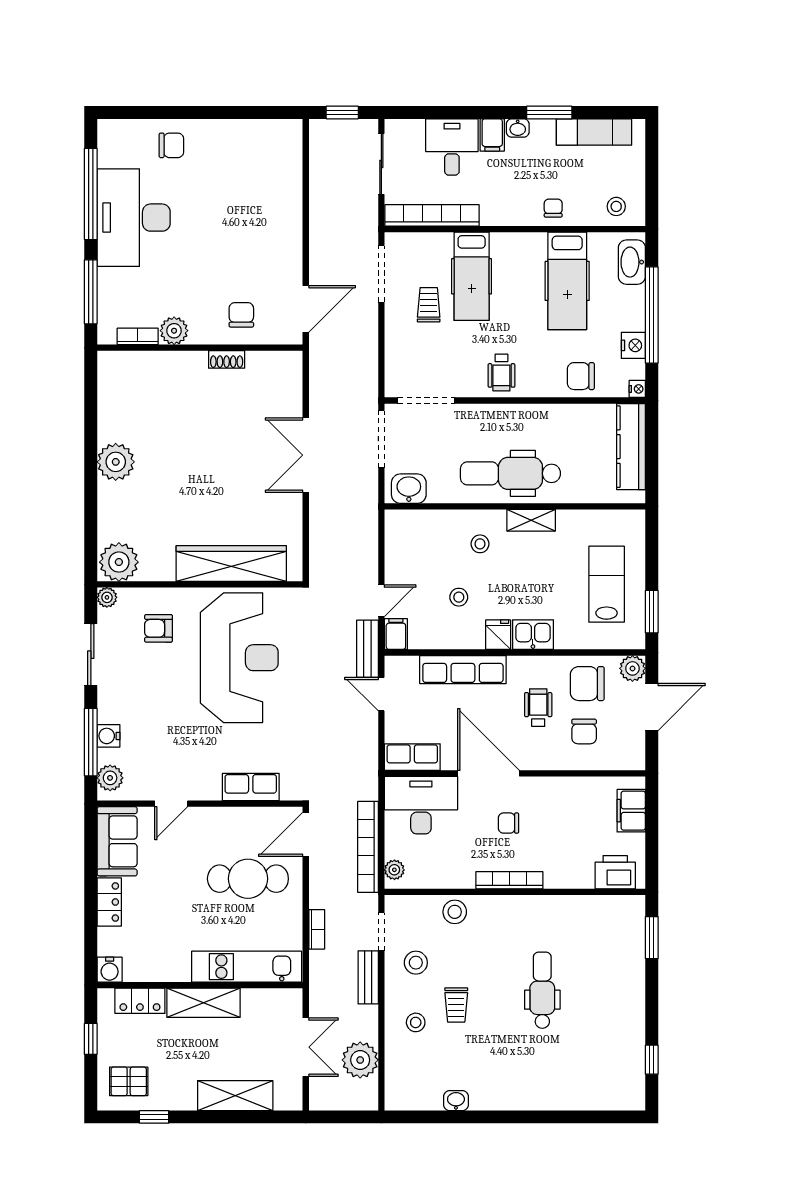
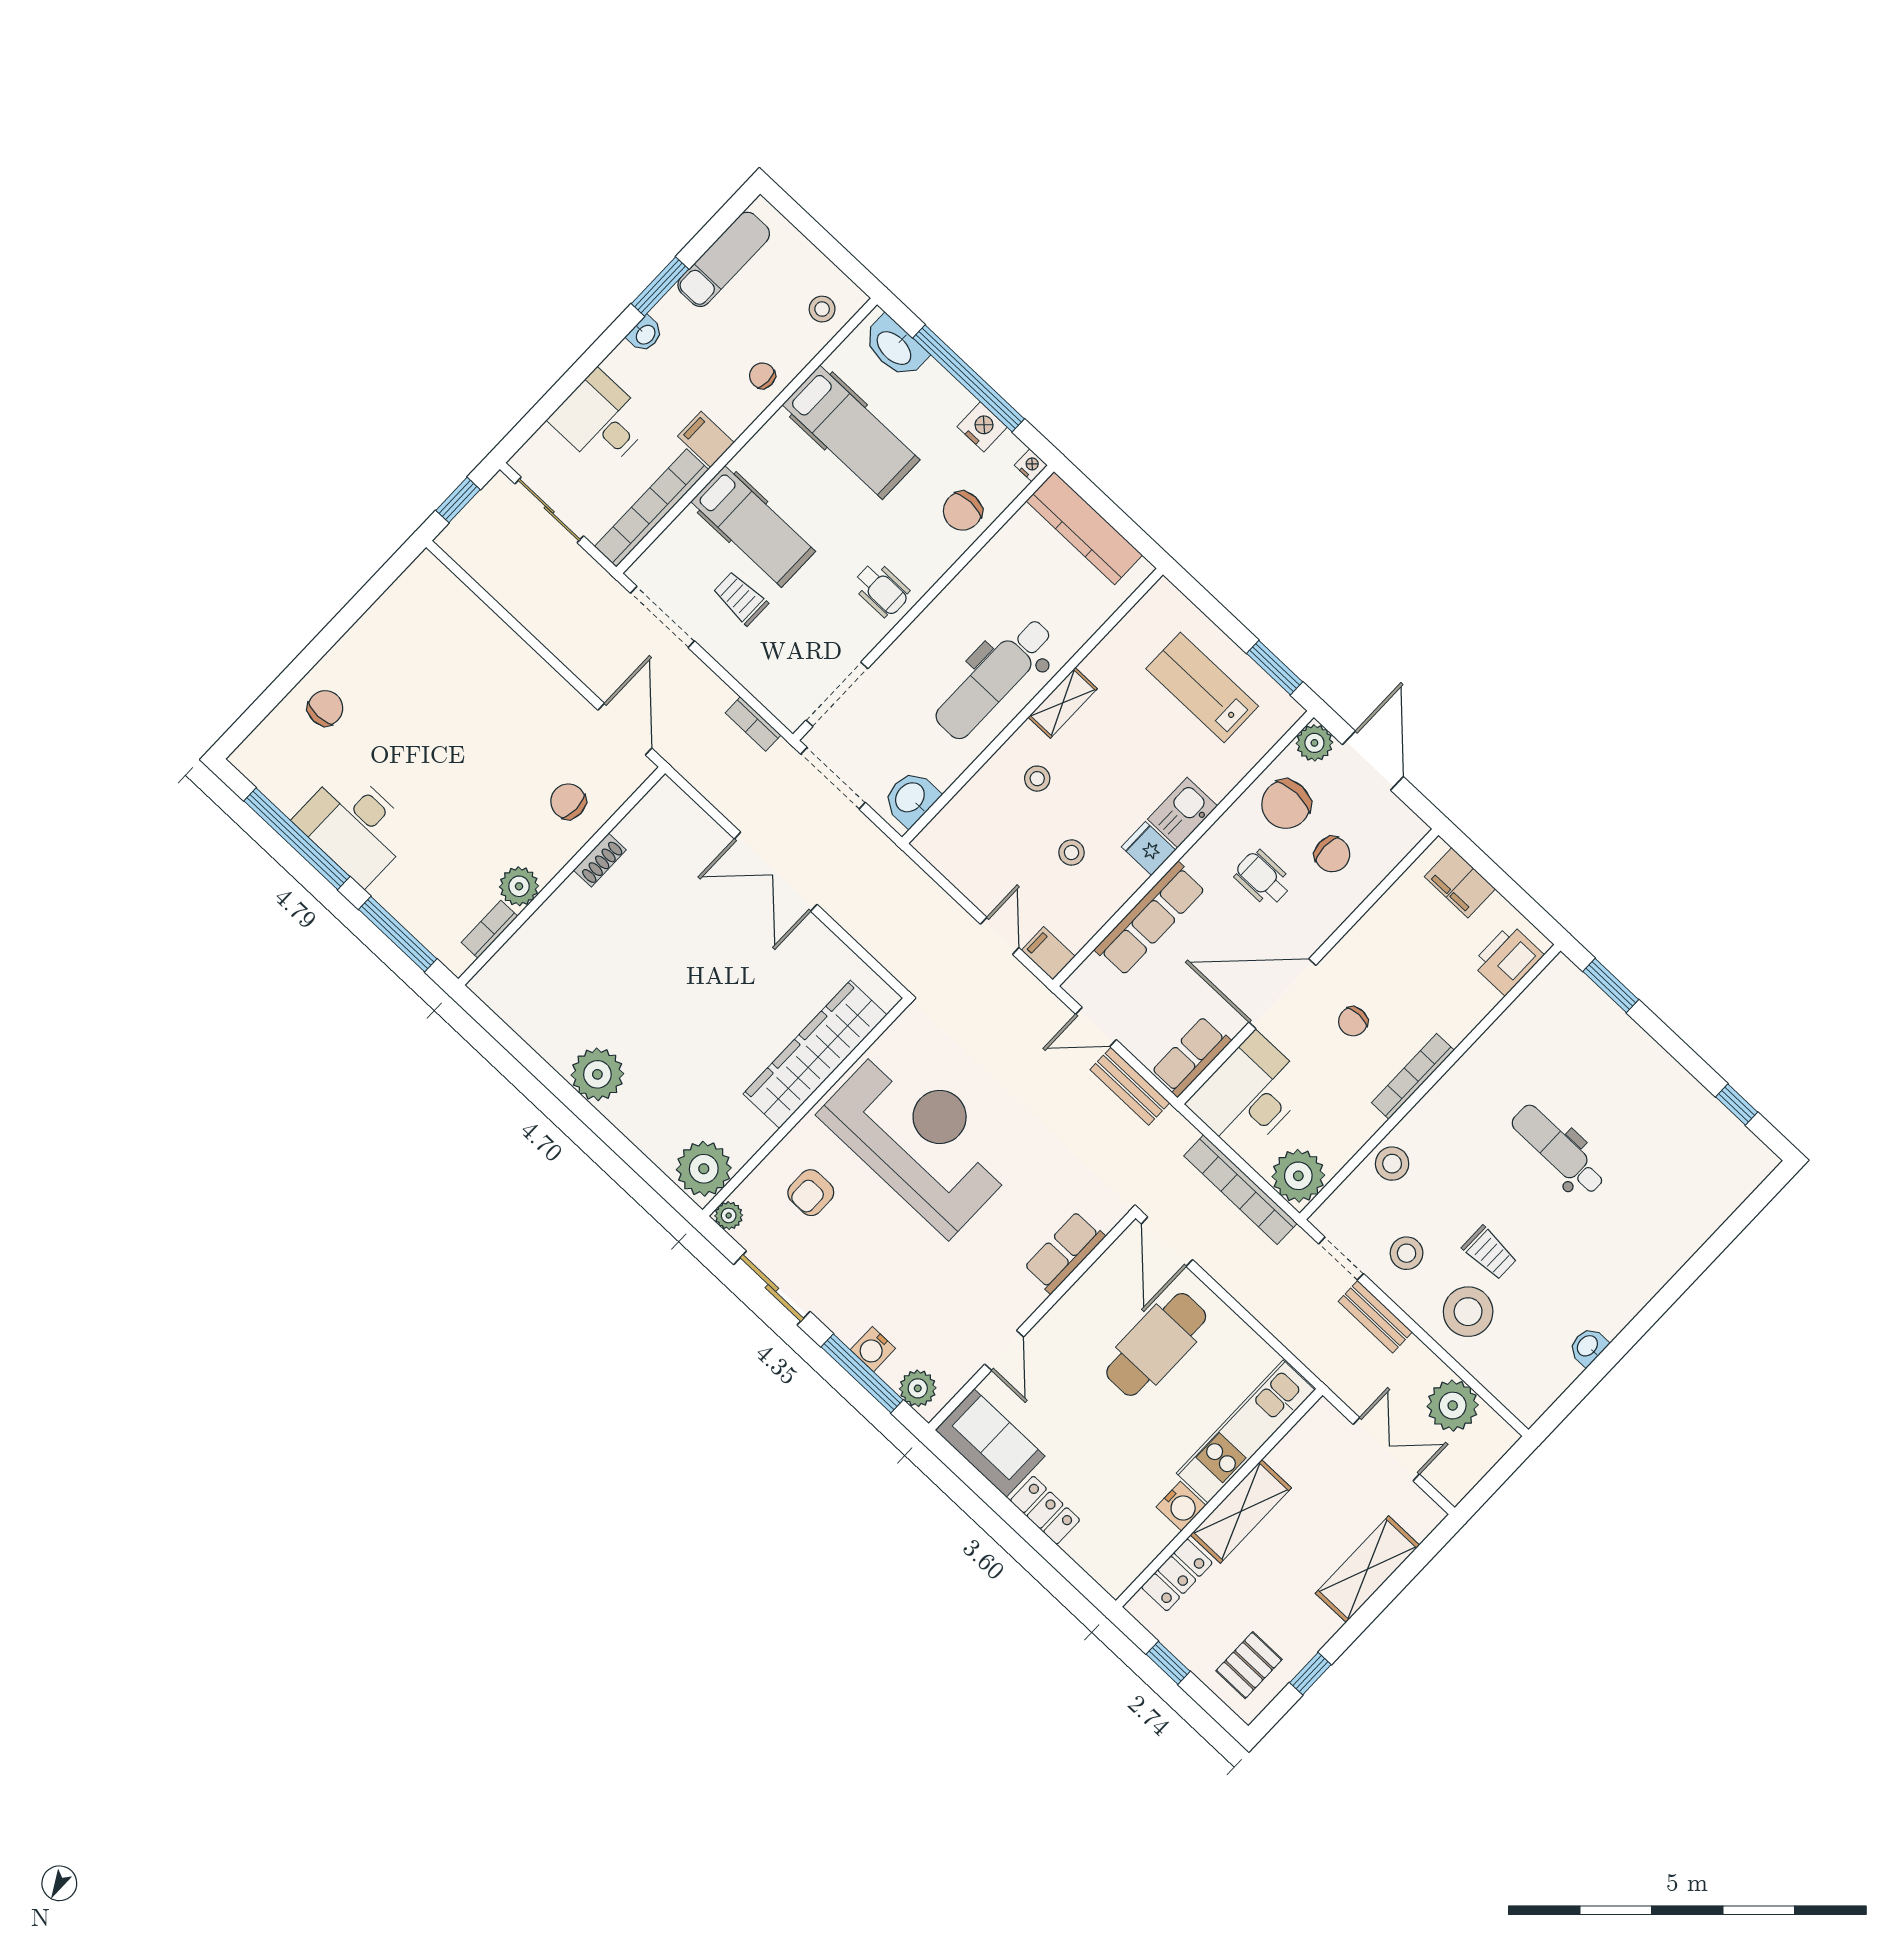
filing cabinet: (492, 135) -> (706, 439), moved, turned 180
desk: (134, 218) -> (355, 826), width x0.73, depth x0.77
bench: (367, 649) -> (1130, 1086), moved
plant: (394, 870) -> (1298, 1176), width x1.88, depth x1.88
bookcase: (317, 929) -> (753, 724), moved, turned 180
water cooler: (110, 970) -> (1181, 1506), moved
stool: (416, 1022) -> (1468, 1312), width x1.89, depth x1.89

